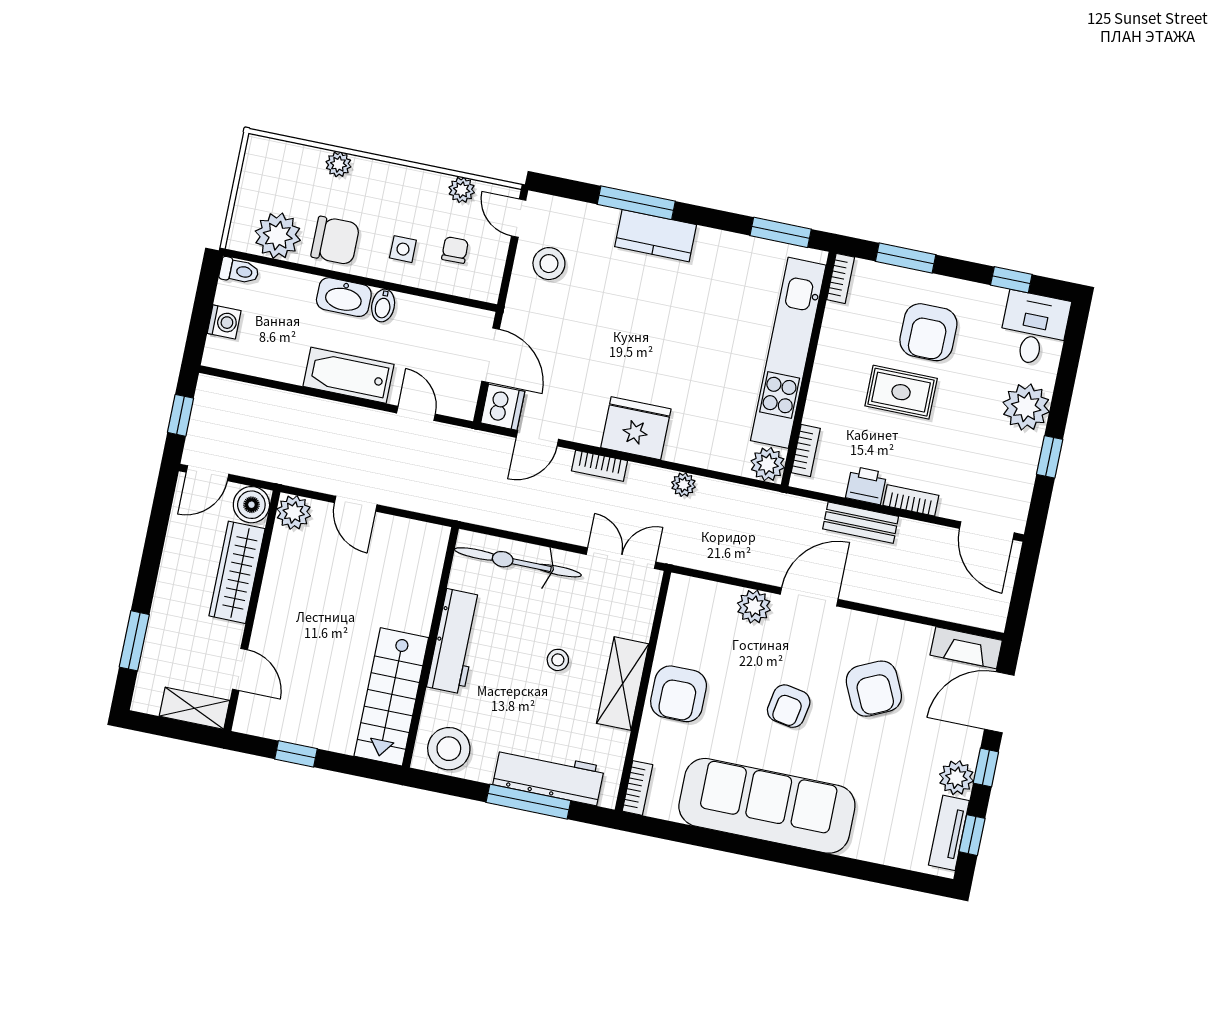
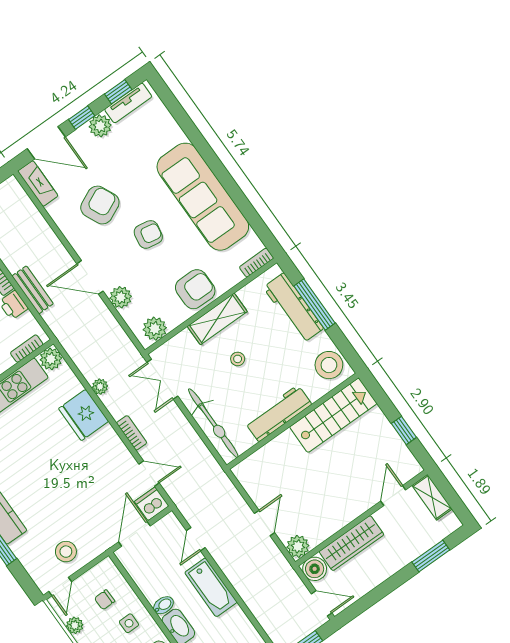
fridge: (636, 428) -> (84, 415), moved
plant: (683, 607) -> (155, 329), added

